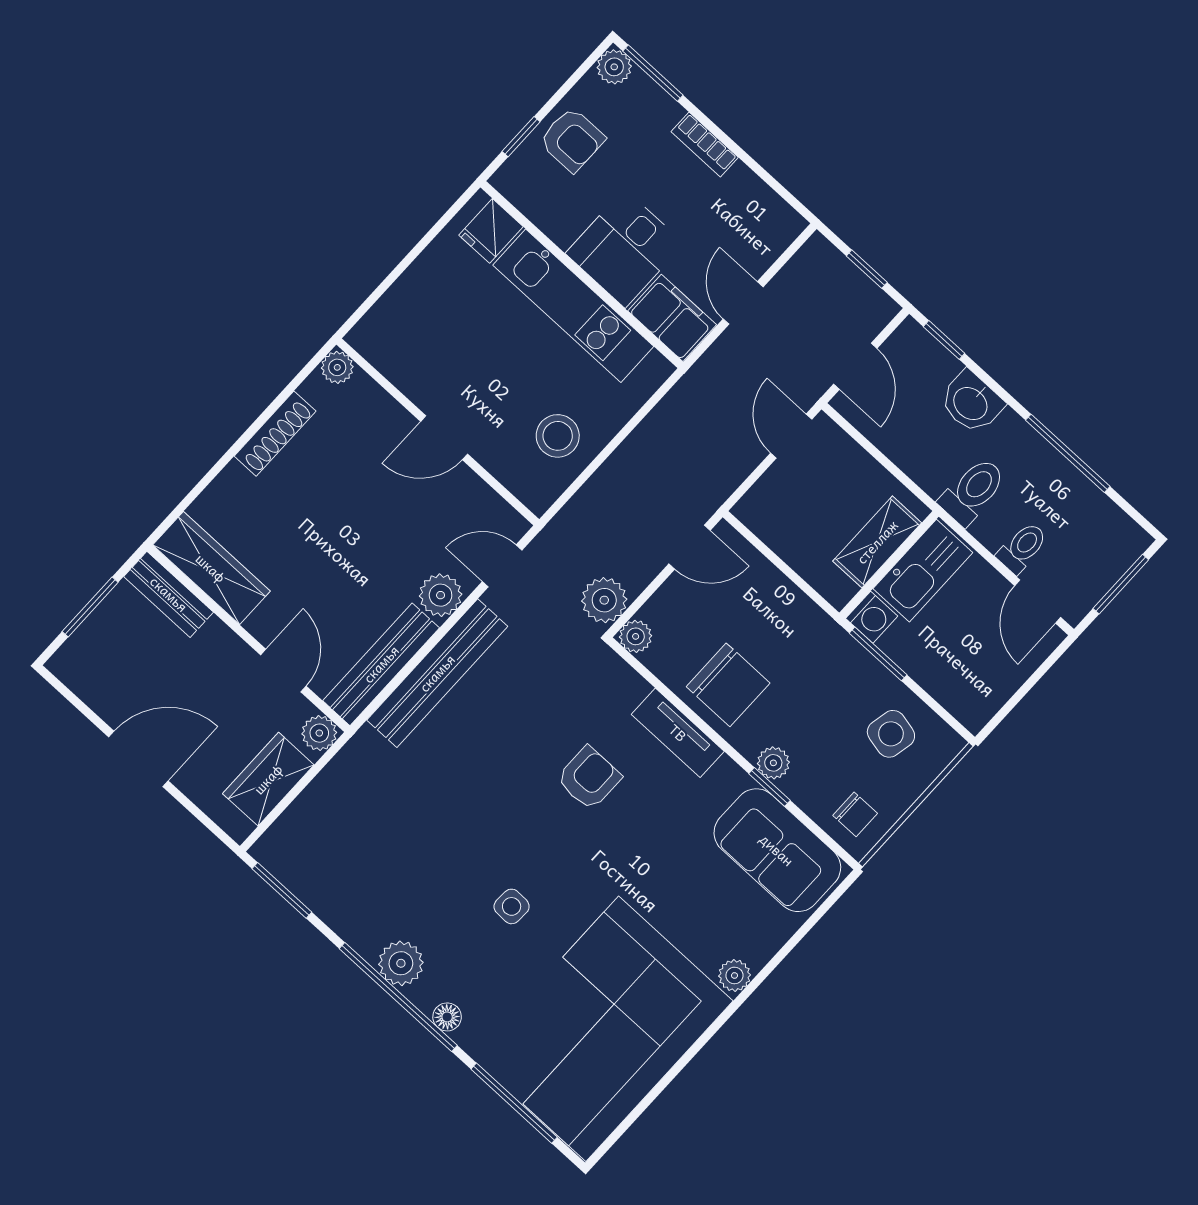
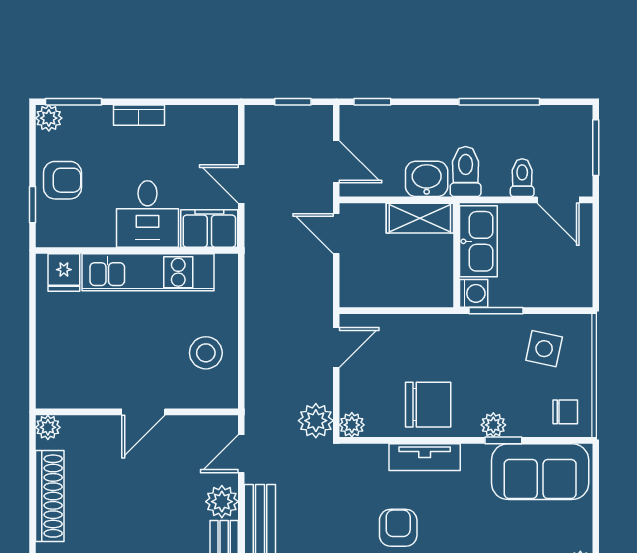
washbasin: (971, 403) -> (427, 179), moved, turned 180
shoe rack: (275, 434) -> (50, 496), width x1.36, depth x1.24
shelving: (877, 542) -> (420, 218), moved, turned 90

